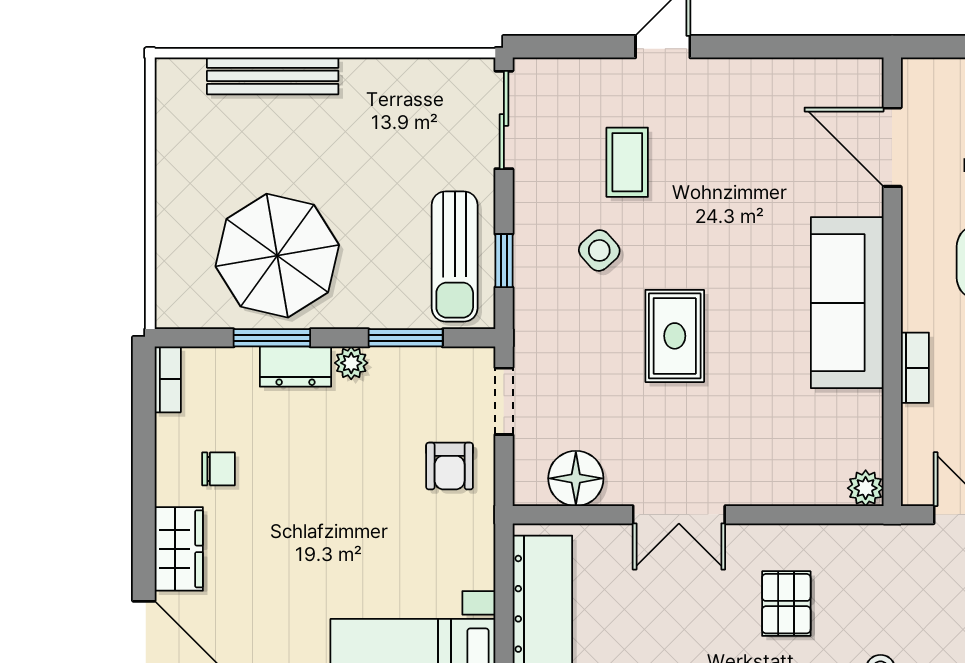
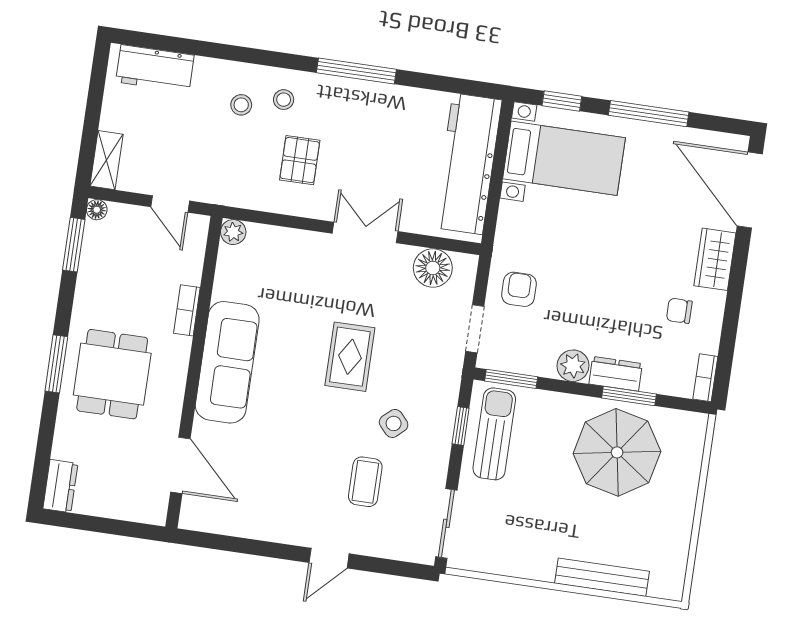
window: (406, 338) -> (511, 379), moved
plant: (351, 363) -> (573, 366), width x1.38, depth x1.38

